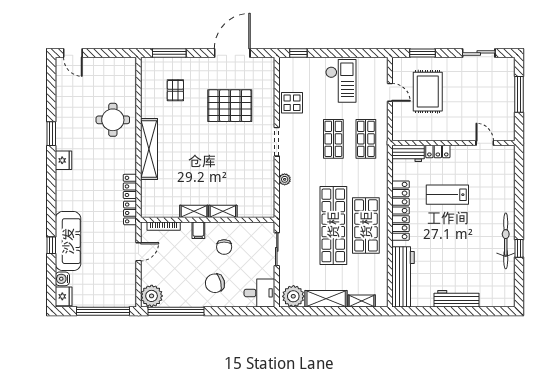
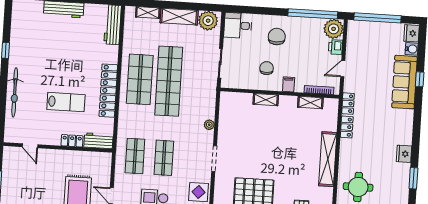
shelving: (194, 211) -> (310, 102), moved
bicycle: (506, 241) -> (15, 92), moved
printer: (148, 276) -> (336, 47), added
workbench: (403, 277) -> (113, 25), width x0.73, depth x0.76
chair: (215, 283) -> (277, 37), turned -76

